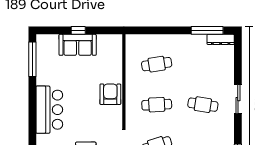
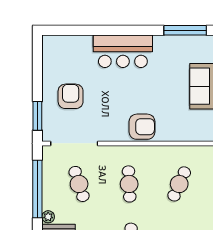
cafe table: (157, 64) -> (179, 184), turned 33

